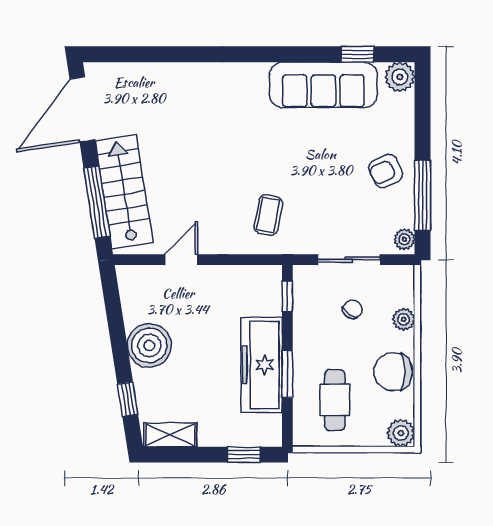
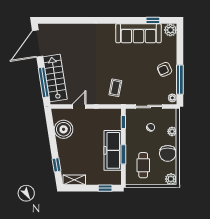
boiler: (149, 345) -> (64, 129), moved
chair: (393, 372) -> (168, 153), turned -90

